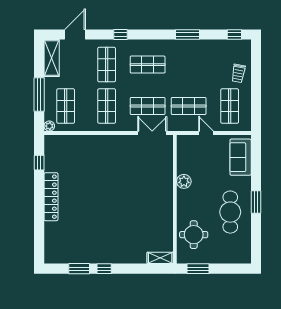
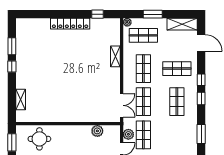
window: (144, 34) -> (201, 98), added
window: (39, 94) -> (153, 14), width x0.69
shop shelf: (107, 106) -> (143, 69), turned 90
plant: (188, 125) -> (128, 134), added
shelving: (91, 141) -> (115, 56), added
plant: (184, 181) -> (97, 131), moved
shelving: (160, 258) -> (21, 100), moved

